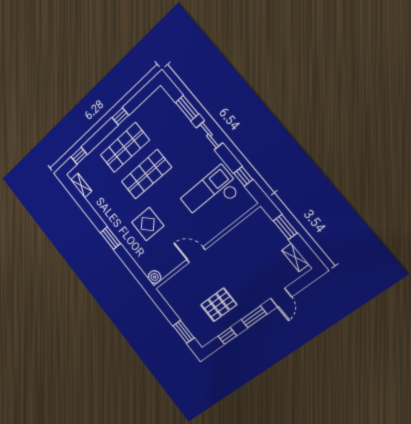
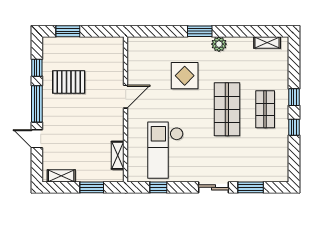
shop shelf: (125, 148) -> (265, 109), width x0.70, depth x0.74
window: (79, 156) -> (294, 97), moved
checkout: (211, 194) -> (165, 150), turned 180
shelving: (244, 227) -> (118, 155), added
plant: (155, 277) -> (219, 44), moved
pallet: (219, 305) -> (69, 82), turned 90
window: (254, 317) -> (37, 104), width x1.44

